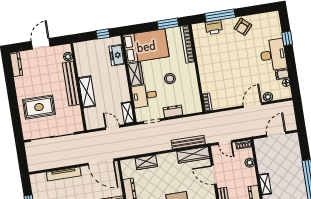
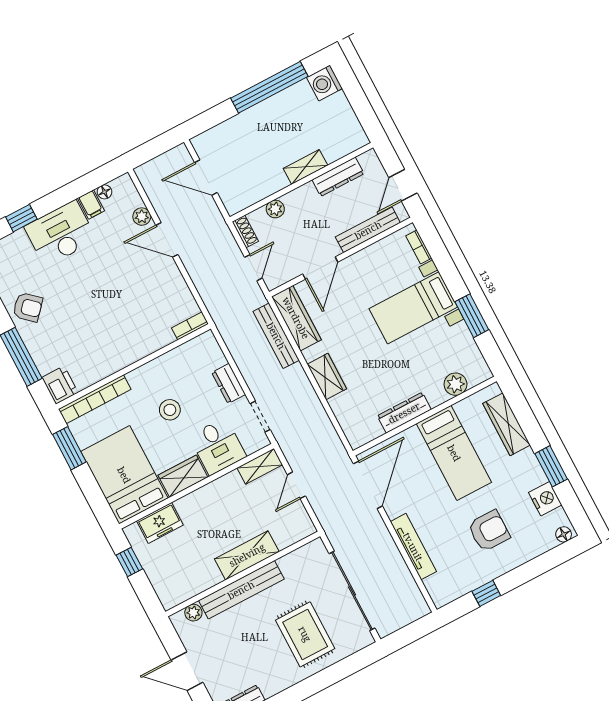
printer: (214, 27) -> (60, 385), moved
wardrobe: (146, 162) -> (327, 377), moved

